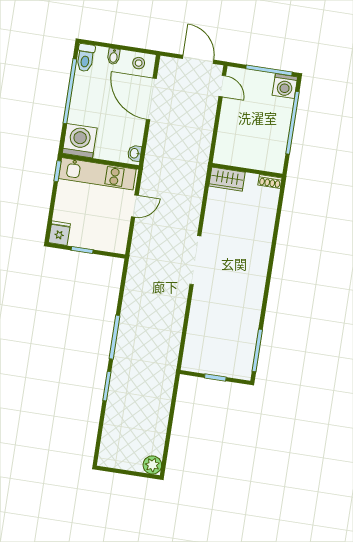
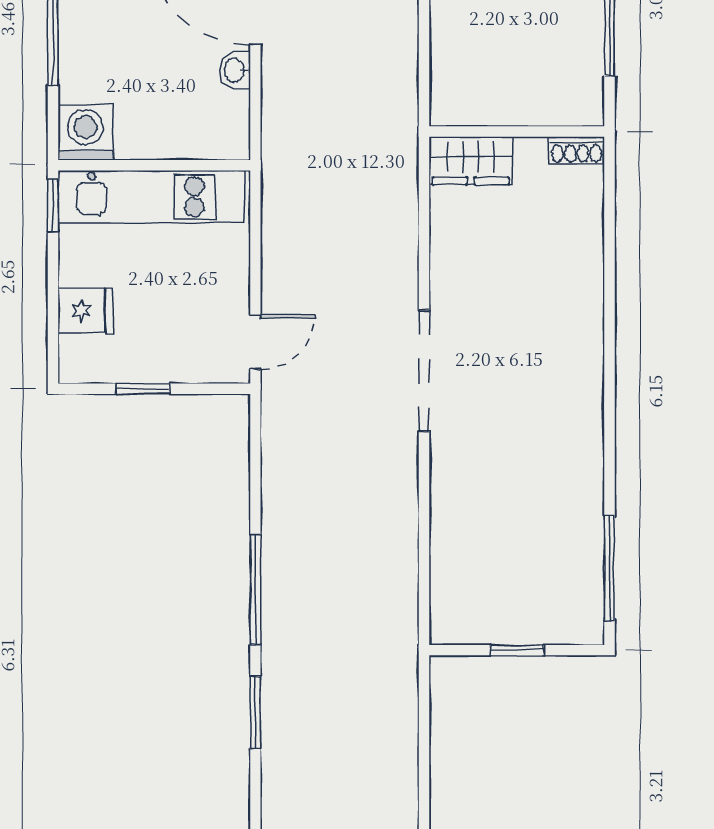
washing machine: (80, 141) -> (86, 133), width x0.73, depth x0.73
washbasin: (135, 153) -> (235, 70), moved
door: (135, 206) -> (255, 342), moved
fridge: (59, 233) -> (86, 311), moved, turned 90

